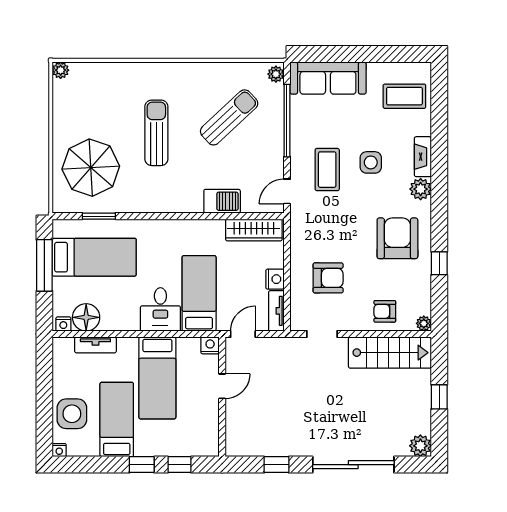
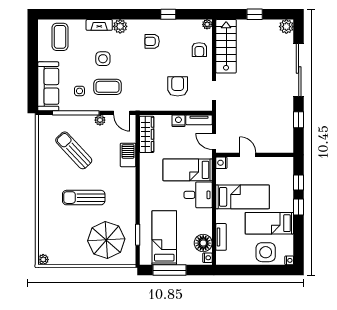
plant: (276, 74) -> (100, 120), moved
side table: (321, 126) -> (79, 91), added
armchair: (397, 238) -> (152, 41), width x0.53, depth x0.53

